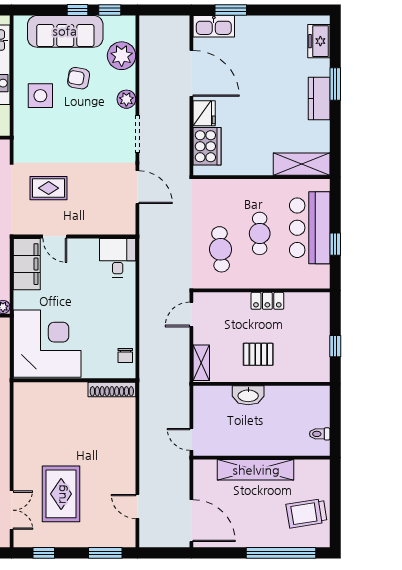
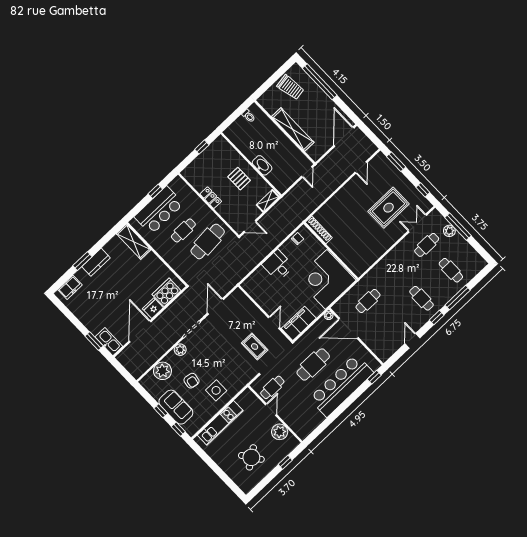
window: (110, 10) -> (178, 429), moved
sofa: (65, 31) -> (176, 407), width x0.73
cafe table: (221, 249) -> (208, 241), width x1.37, depth x1.35
desk: (118, 258) -> (278, 265), moved, turned 90

